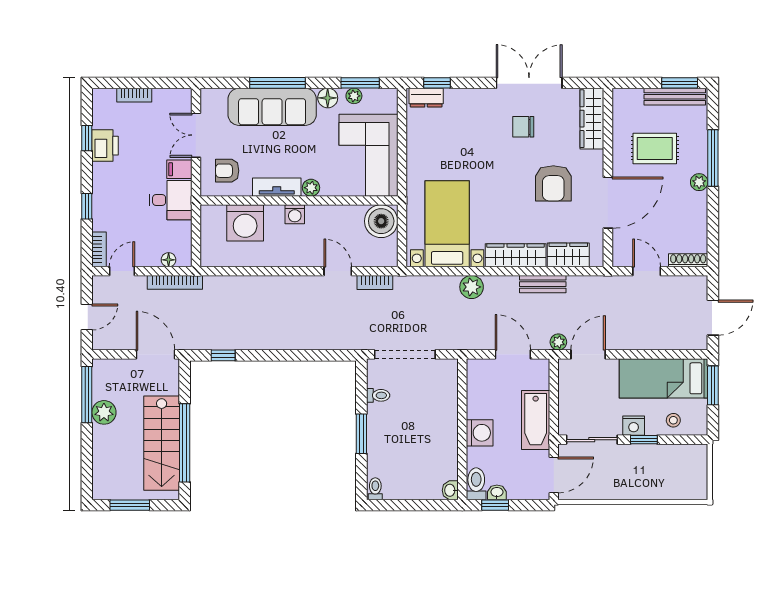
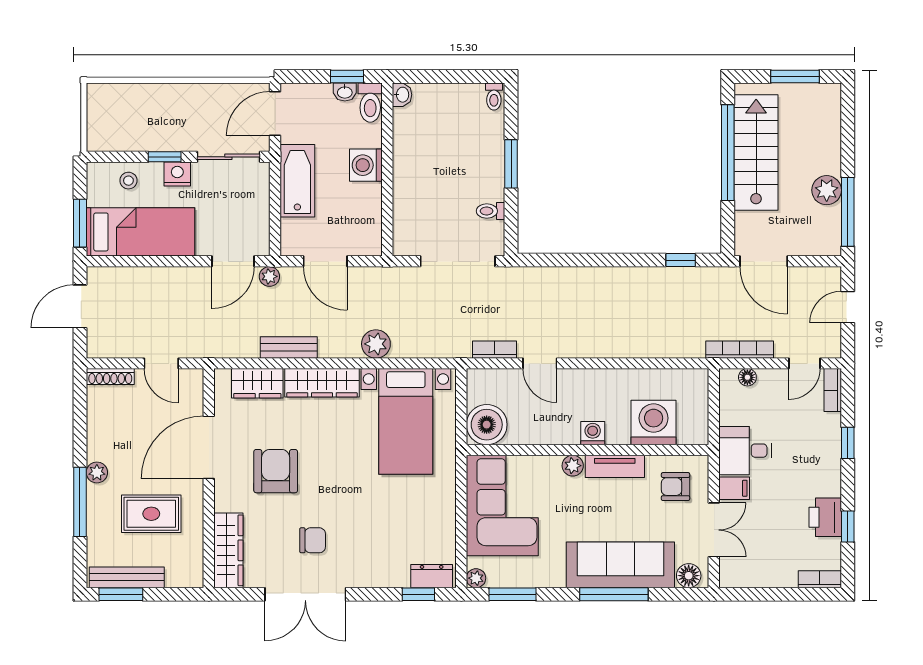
bookcase: (134, 95) -> (820, 579), moved
plant: (354, 96) -> (476, 578), moved
floor lamp: (328, 98) -> (689, 576), moved
armchair: (227, 171) -> (676, 487), turned 180

